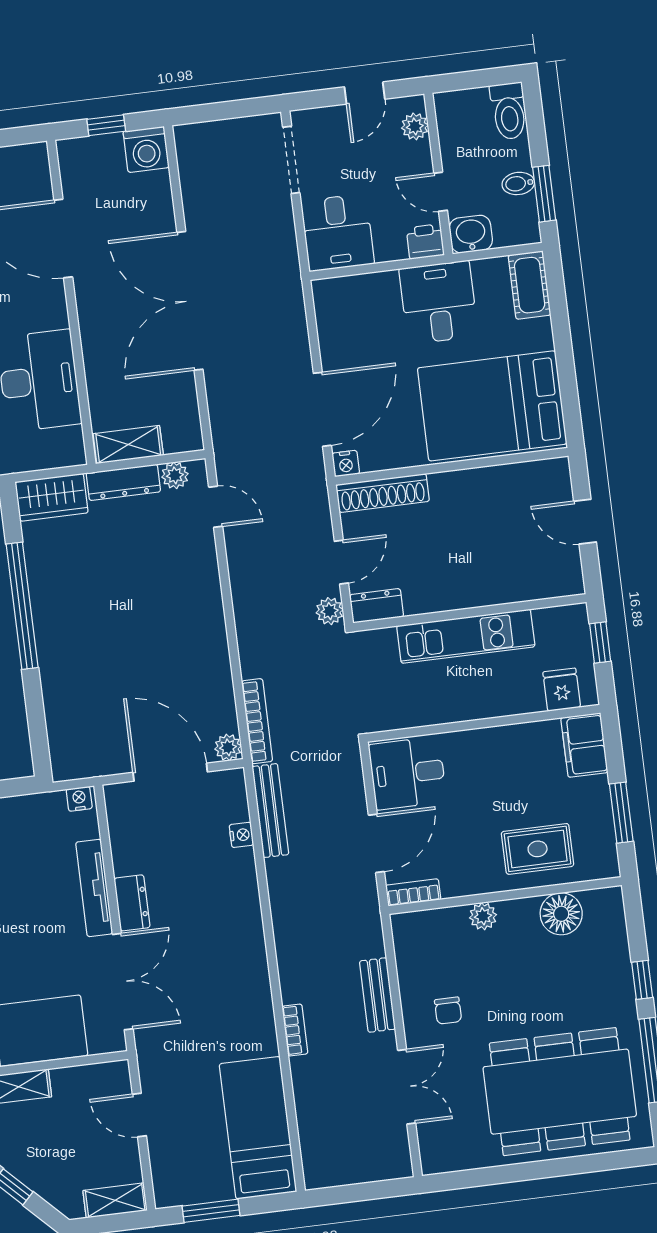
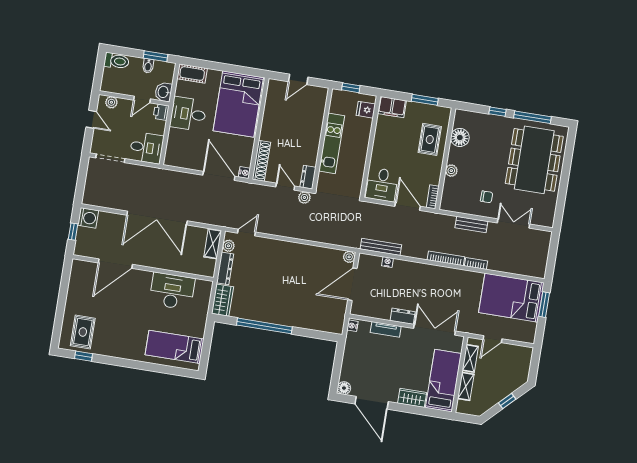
shelving: (128, 444) -> (213, 244), moved
bookcase: (257, 721) -> (446, 258), moved
tv unit: (94, 888) -> (386, 329), width x0.71
bed: (258, 1128) -> (511, 298), width x1.50
shelving: (115, 1200) -> (470, 358), moved
window: (211, 1211) -> (544, 305), moved

